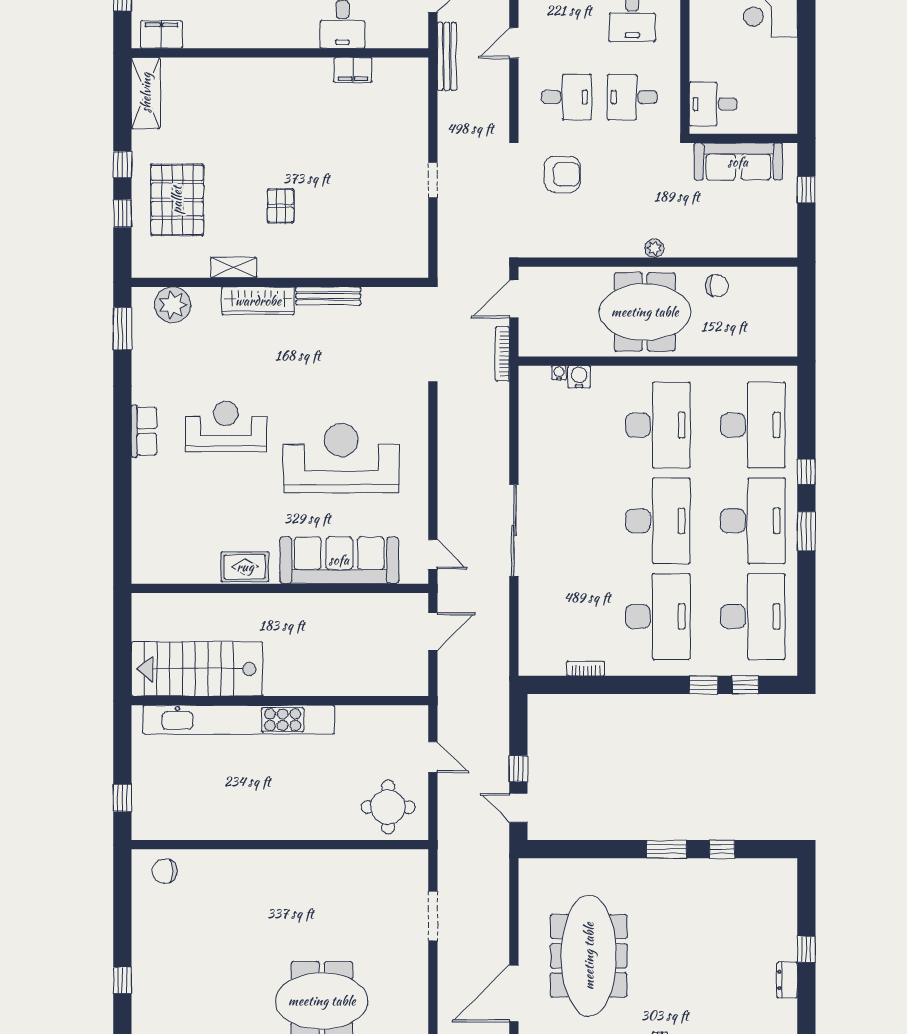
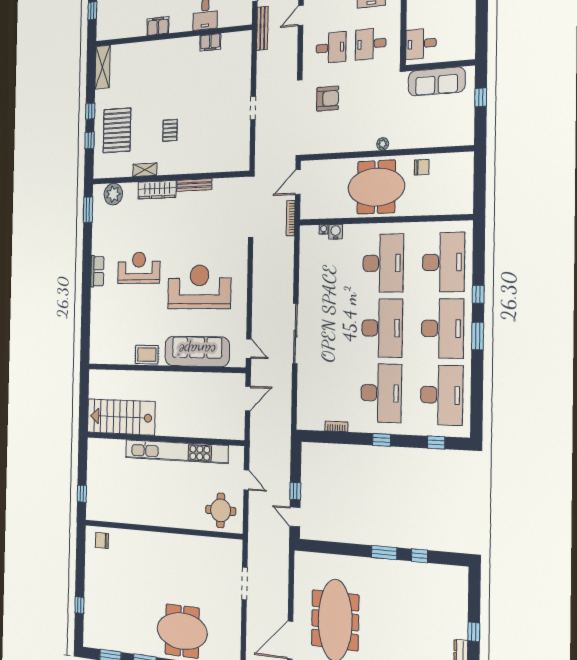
filing cabinet: (161, 35) -> (158, 26), moved
window: (703, 685) -> (382, 440), moved
kitchen unit: (239, 720) -> (176, 452), moved

